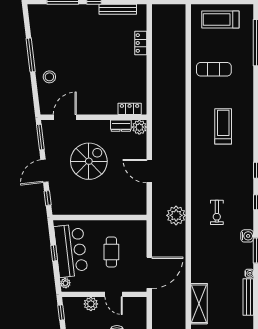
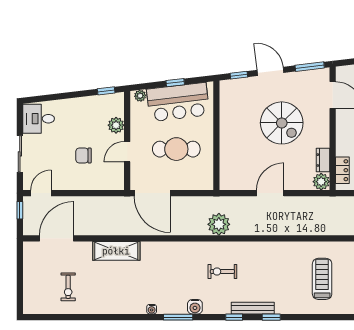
treadmill: (223, 126) -> (322, 279), turned -90
cafe table: (111, 252) -> (176, 149), width x1.37, depth x1.35
bench: (248, 297) -> (253, 308), moved

